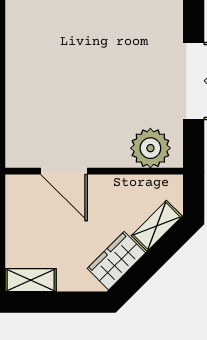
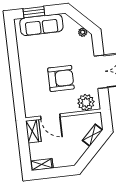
armchair: (99, 86) -> (61, 78), added
wardrobe: (116, 261) -> (33, 131), moved, turned 135

